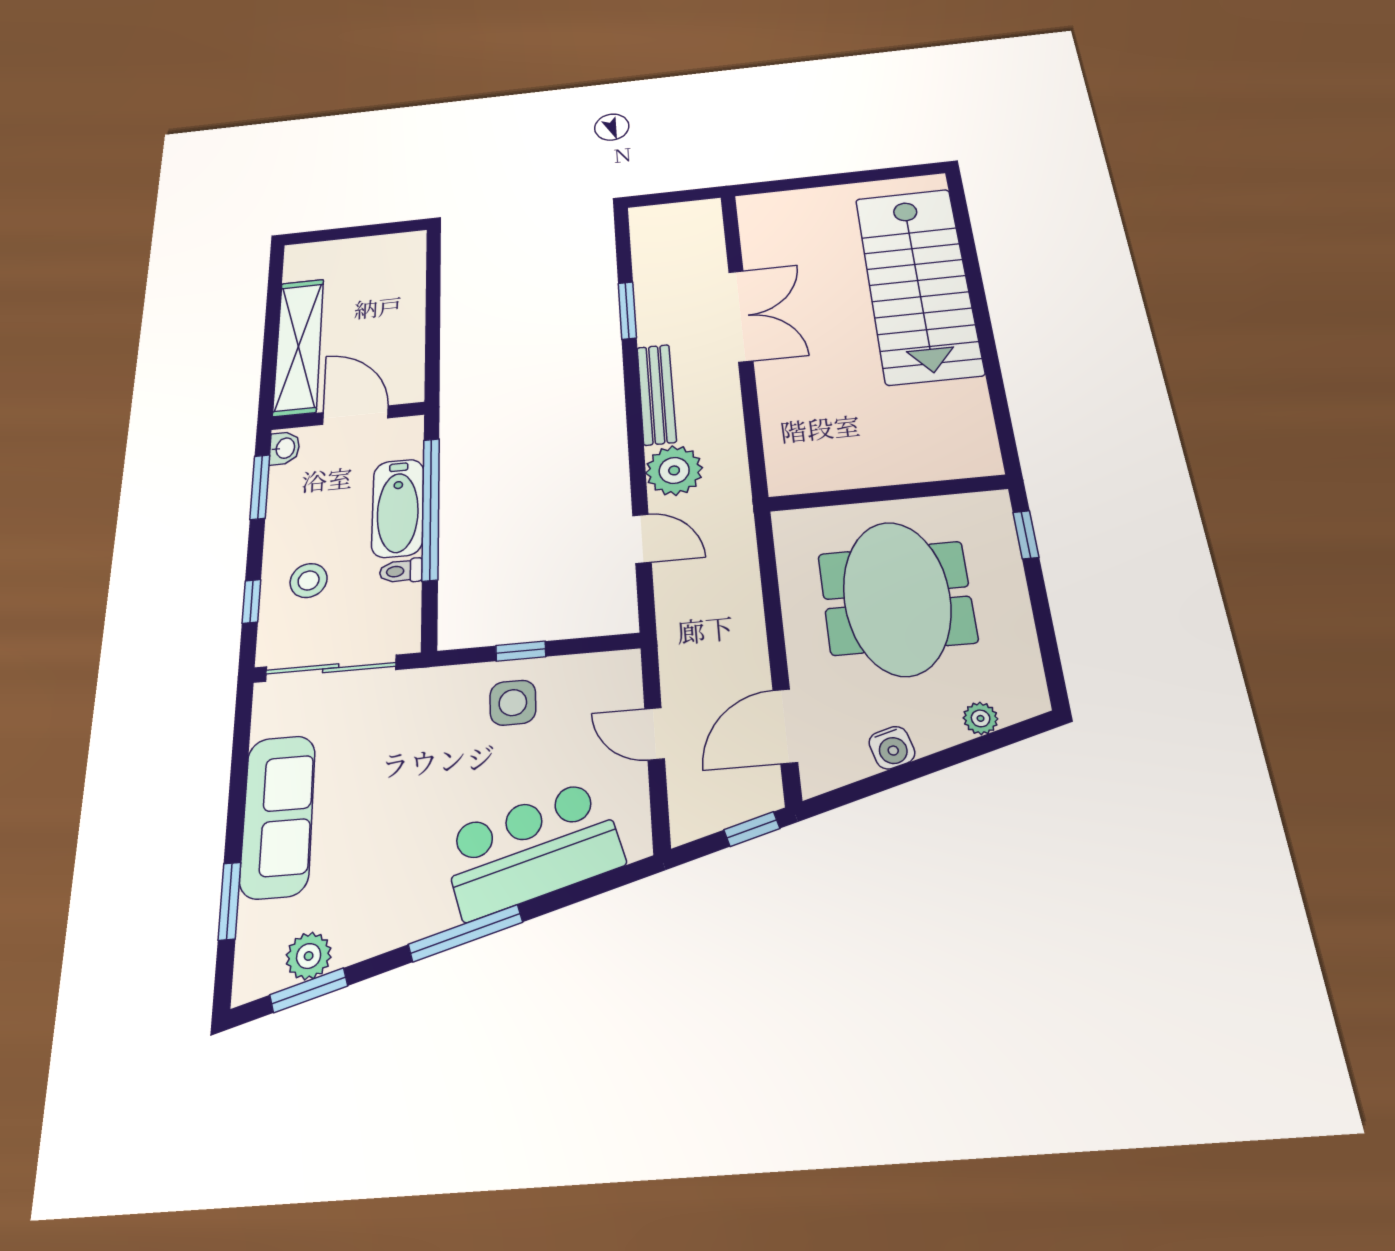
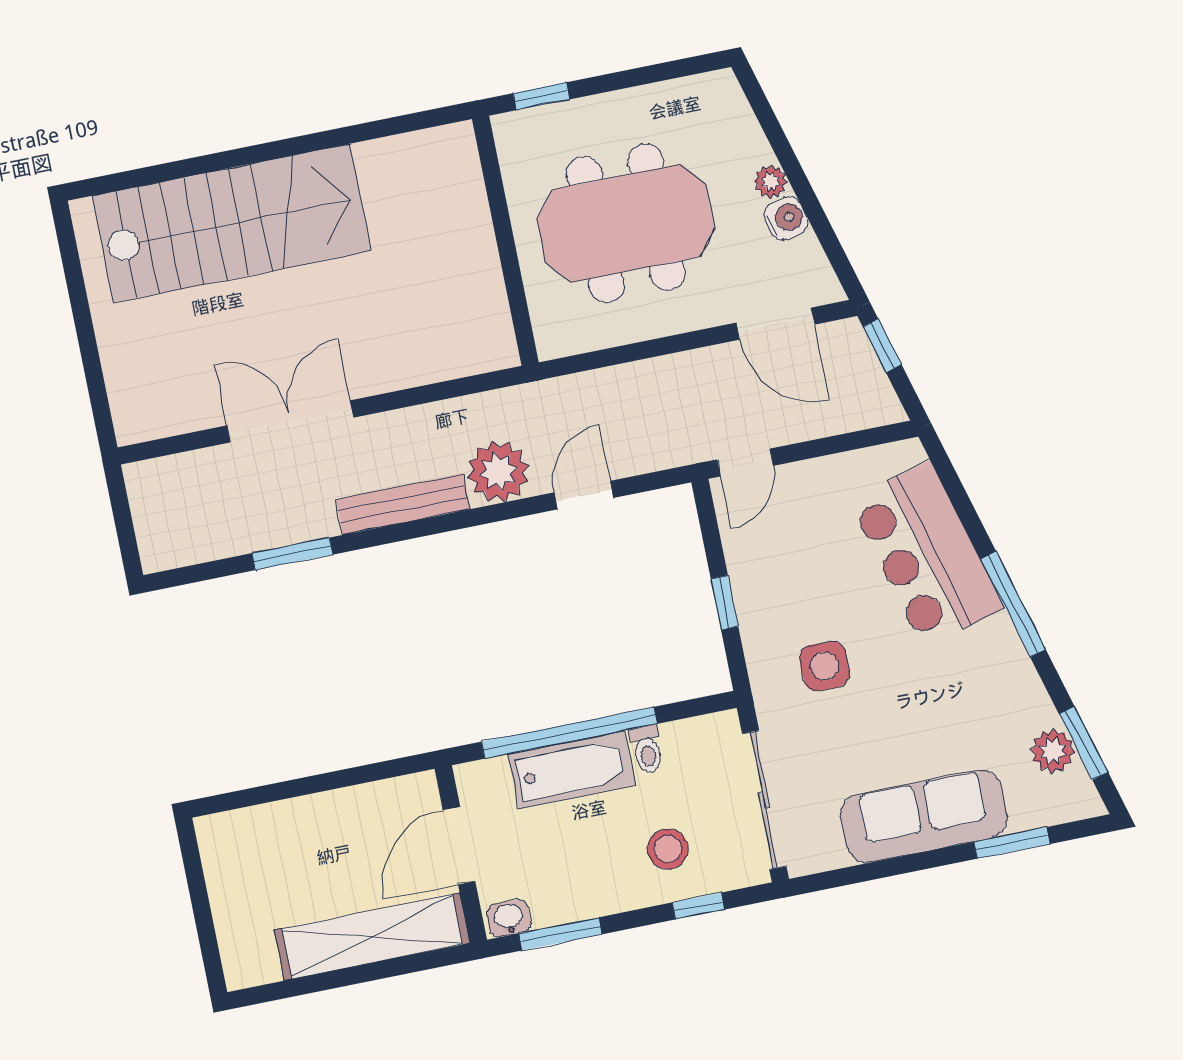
side table: (513, 703) -> (825, 666), moved
plant: (981, 718) -> (771, 182), moved
door: (655, 734) -> (745, 463), moved

